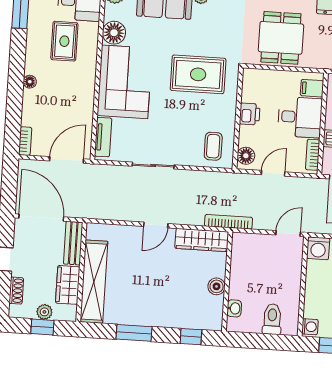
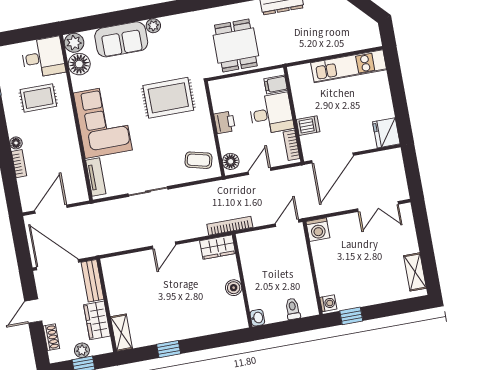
floor lamp: (114, 33) -> (79, 64), moved
rug: (64, 41) -> (38, 98), turned 90
bookcase: (25, 141) -> (19, 164), moved
coffee table: (213, 146) -> (199, 160), turned -76
door: (67, 160) -> (51, 209), moved
wardrobe: (202, 240) -> (218, 247), width x0.67
shelving: (94, 282) -> (121, 333), width x0.45, depth x0.75
washbasin: (234, 308) -> (257, 318), moved
toilet: (272, 319) -> (293, 309), width x0.73, depth x0.72
window: (134, 333) -> (169, 349), width x0.67
window: (191, 337) -> (222, 339), removed

